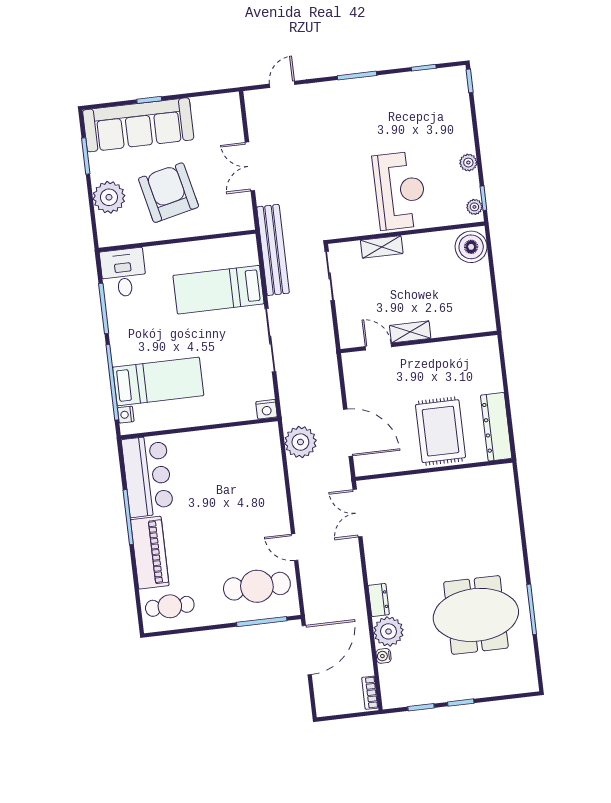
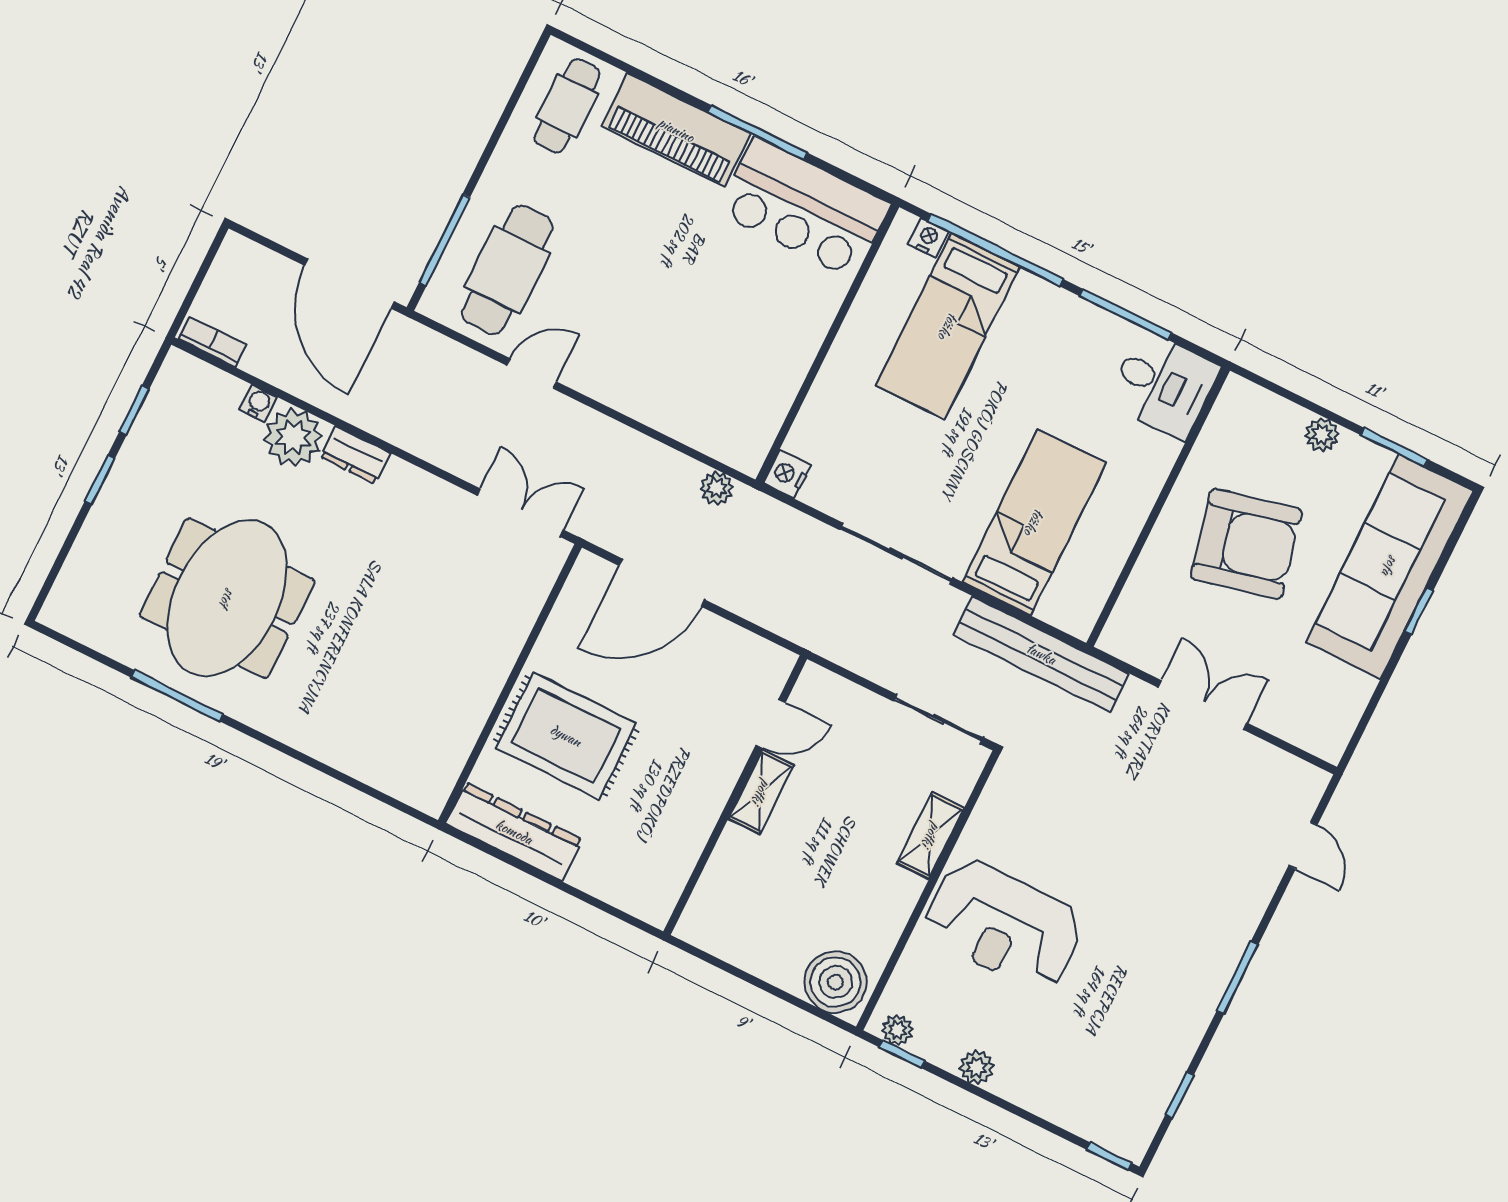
plant: (109, 197) -> (1322, 435), width x0.53, depth x0.53
plant: (300, 442) -> (717, 488), width x0.53, depth x0.53

